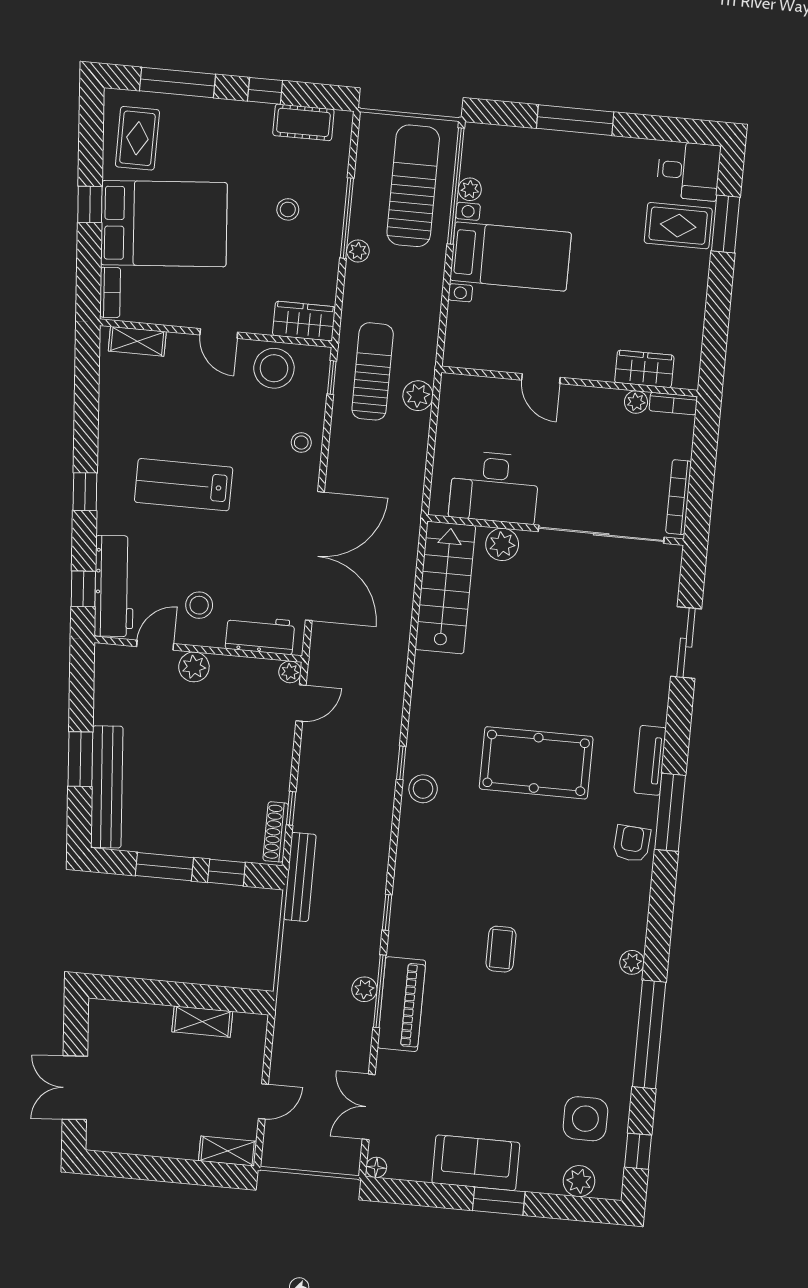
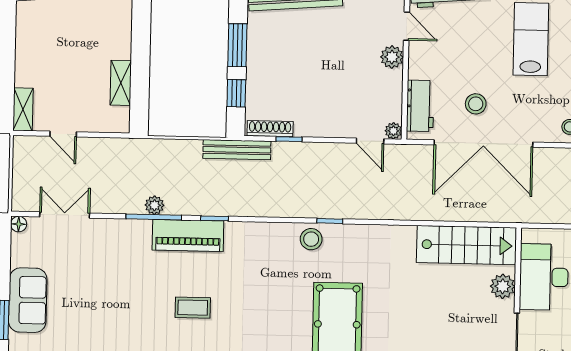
stool: (199, 605) -> (476, 104), moved
piano: (401, 1004) -> (188, 235), moved

